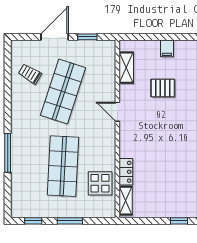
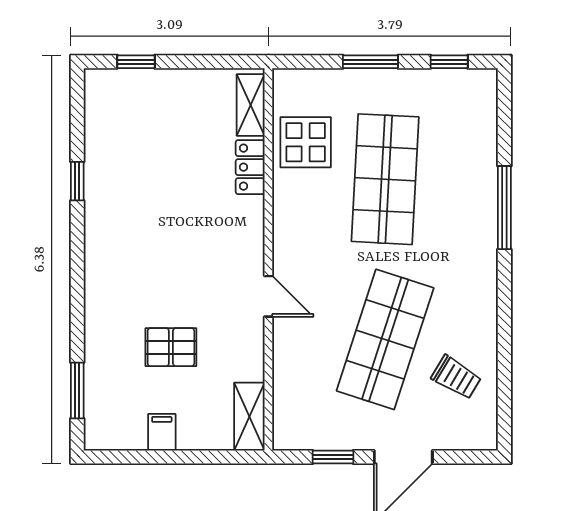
shelving: (126, 68) -> (249, 417), moved

